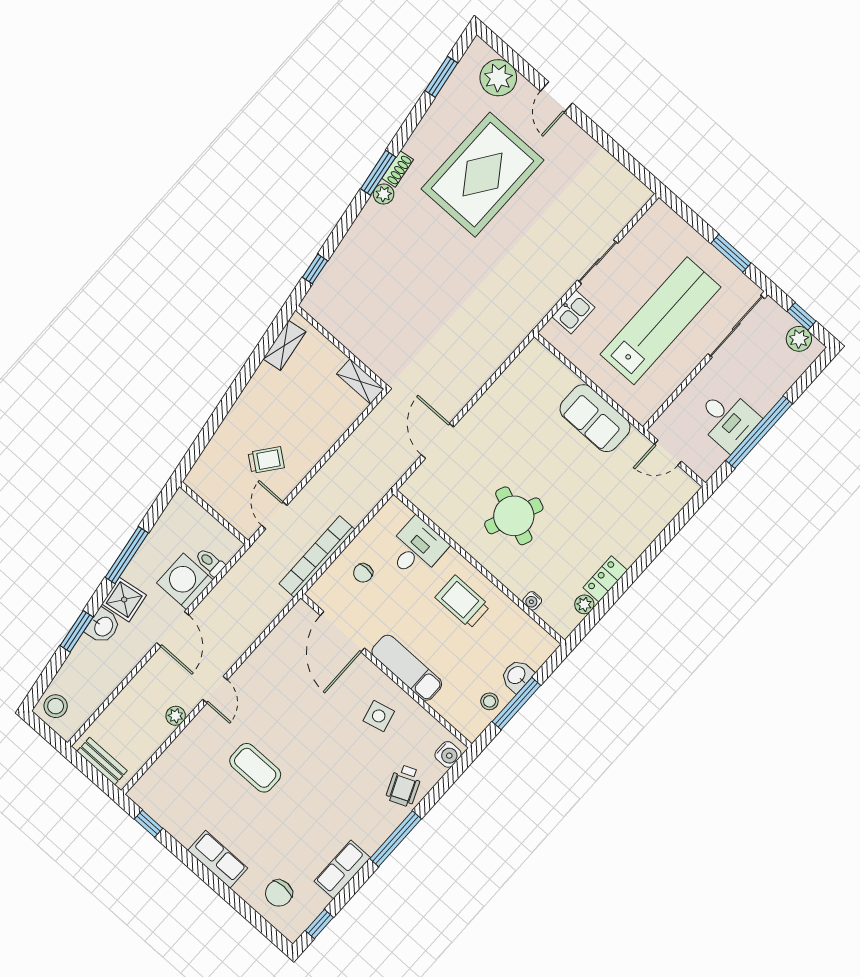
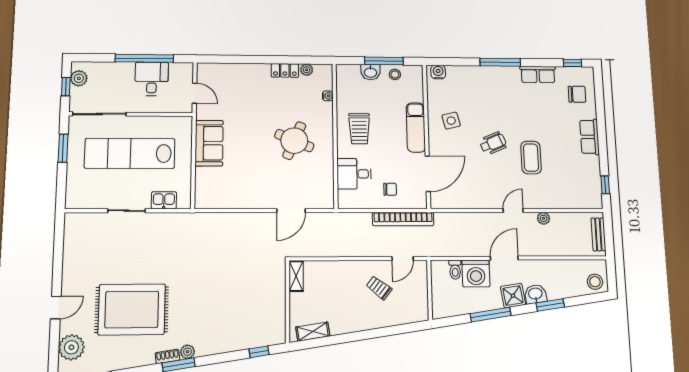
wheelchair: (404, 785) -> (493, 143), moved

